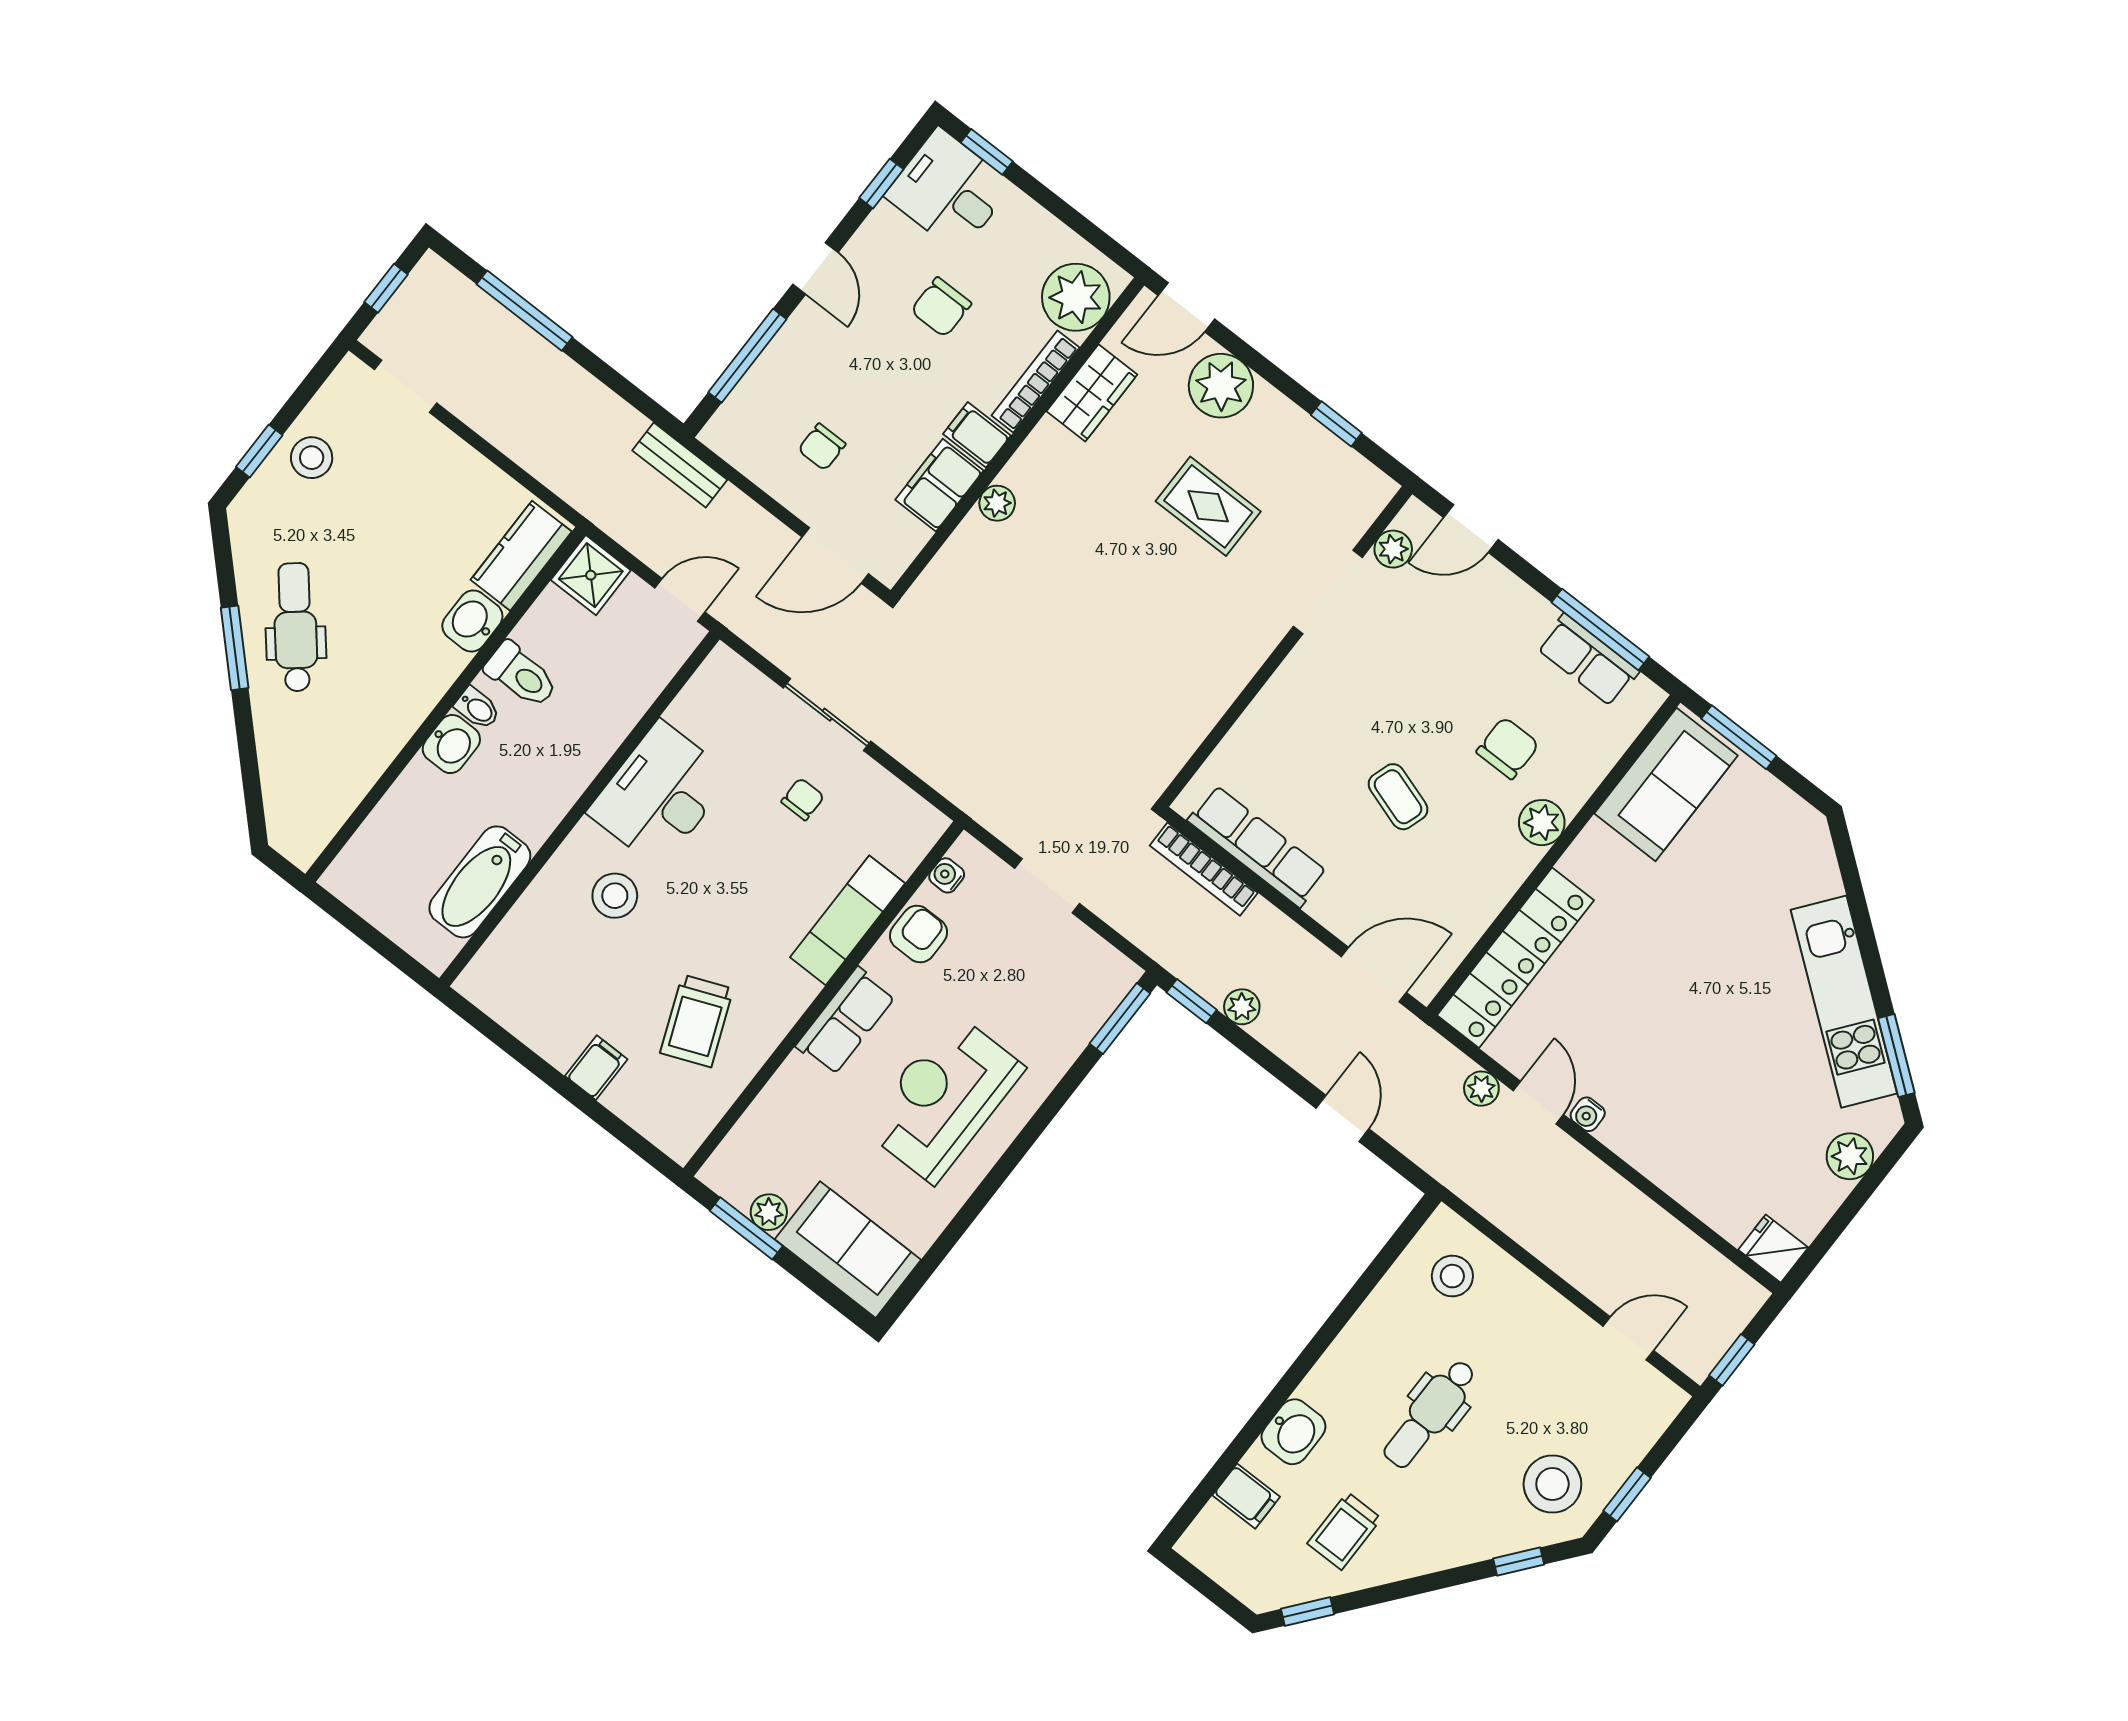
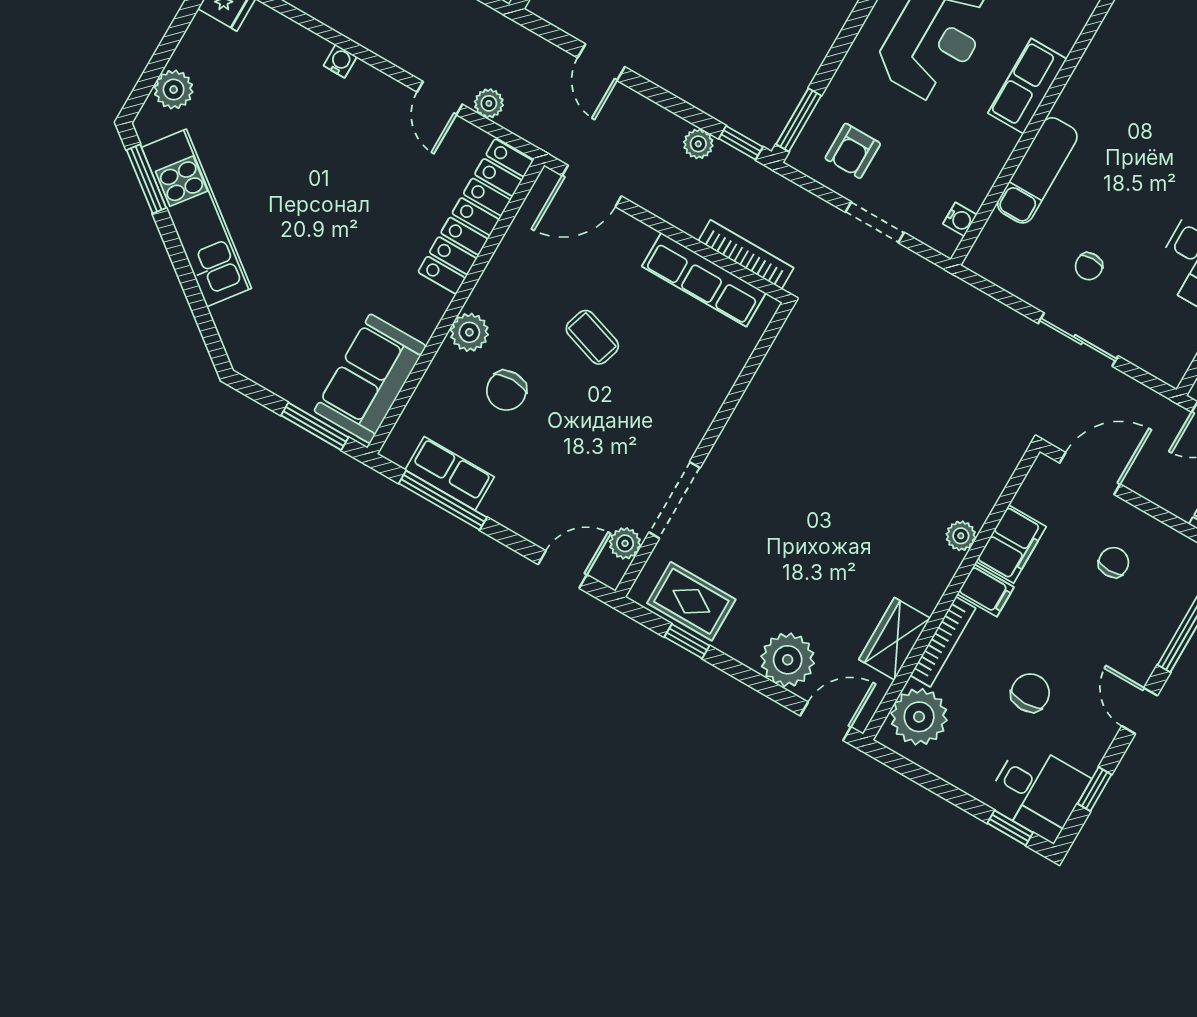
rug: (1208, 506) -> (691, 601), moved
armchair: (919, 934) -> (853, 151), moved
trolley: (697, 1021) -> (1152, 69), removed
water cooler: (1588, 1114) -> (340, 61), moved

